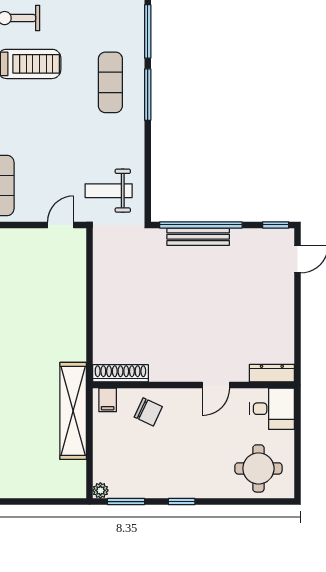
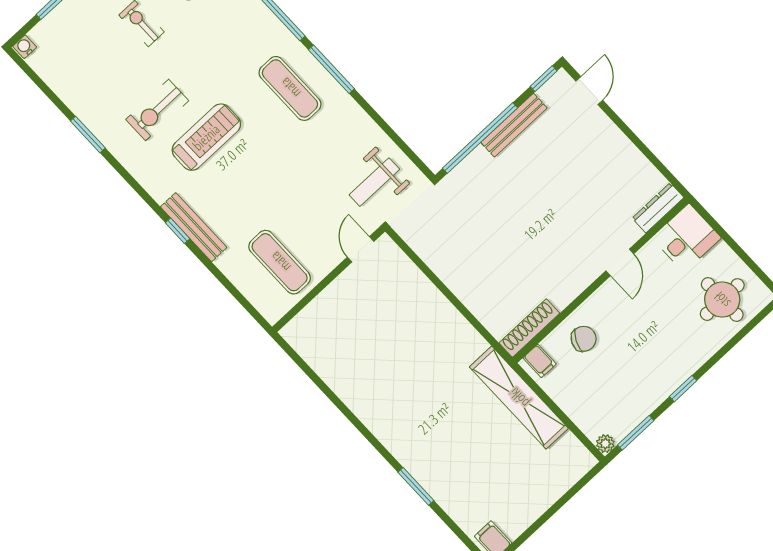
bench: (198, 237) -> (514, 125), moved

